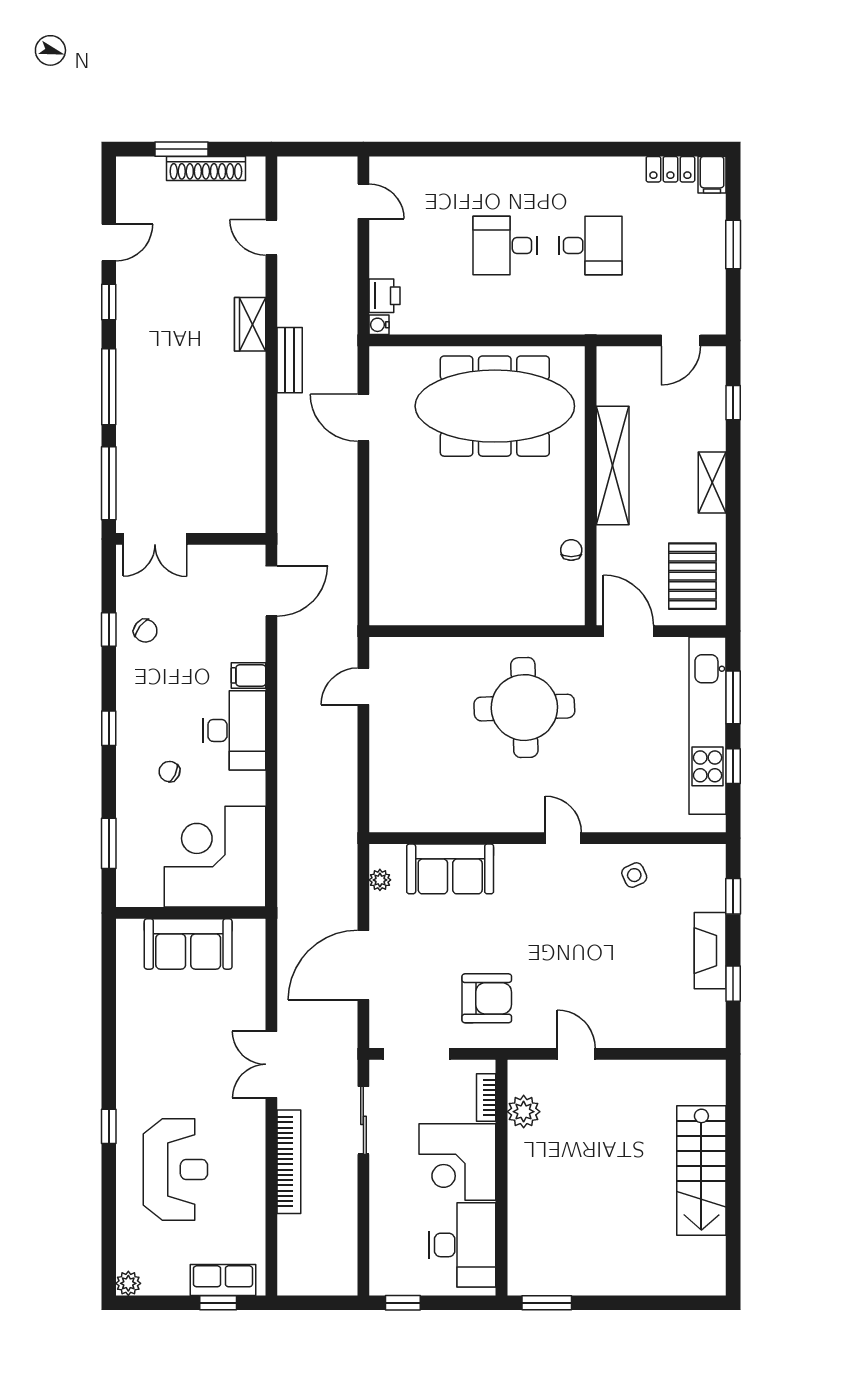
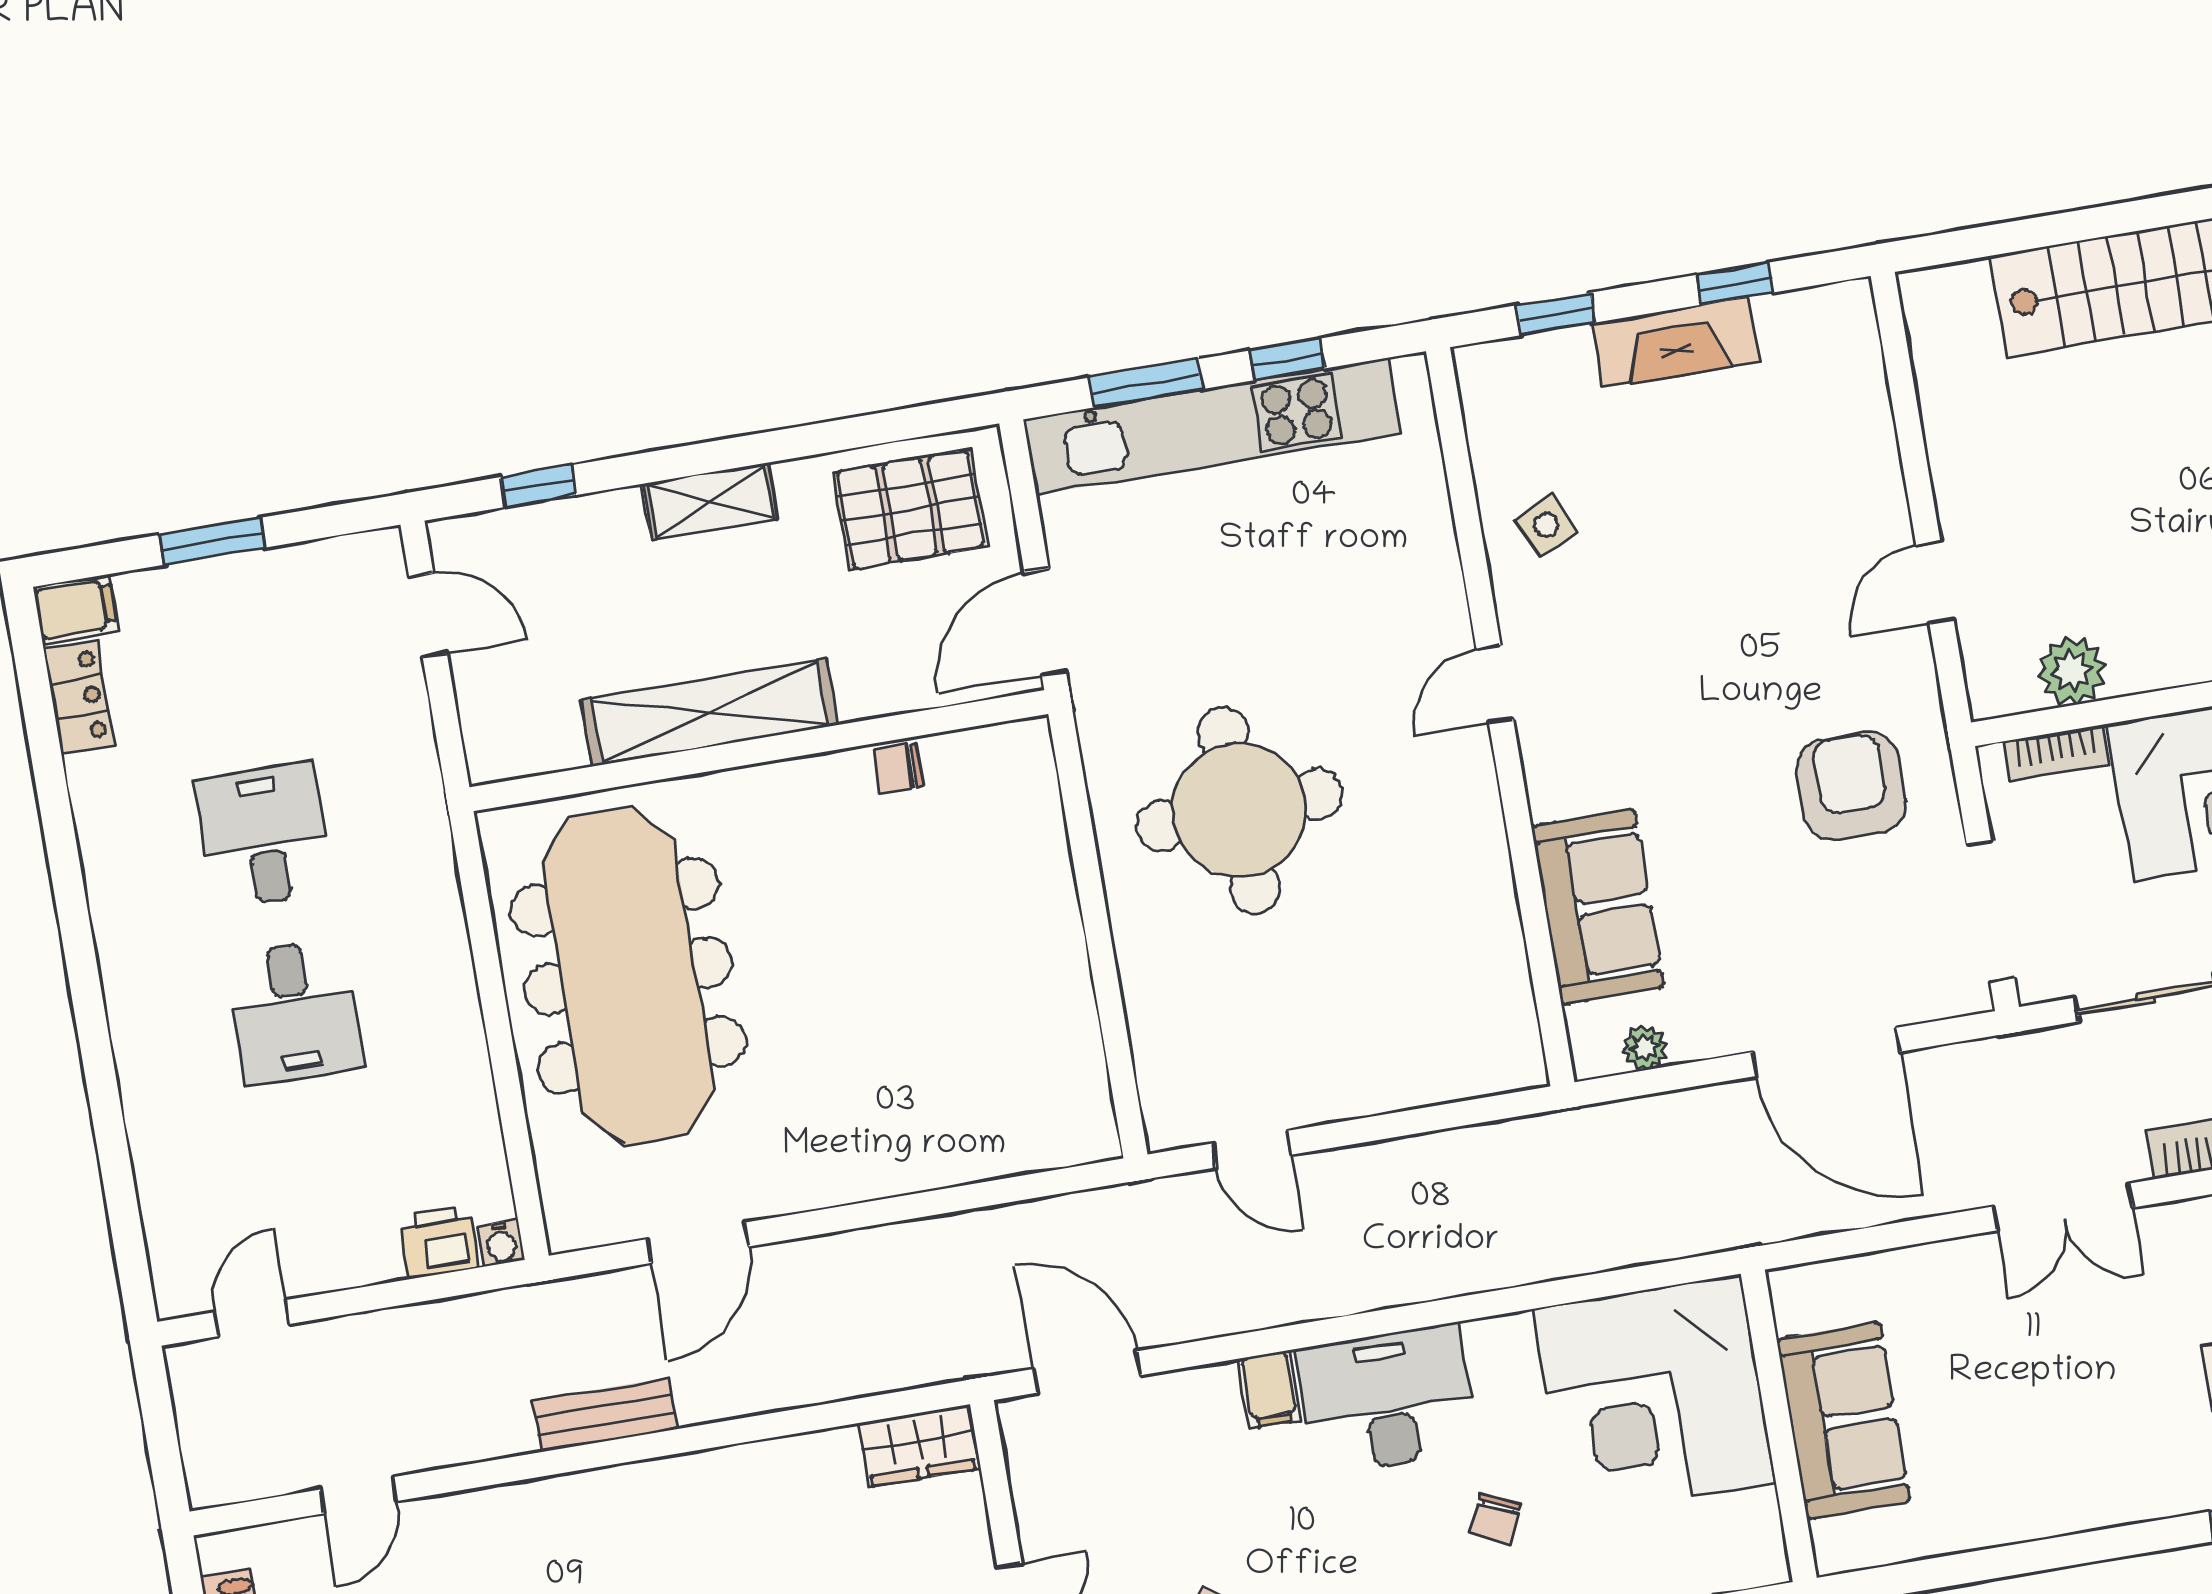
wardrobe: (250, 324) -> (918, 1446), moved

